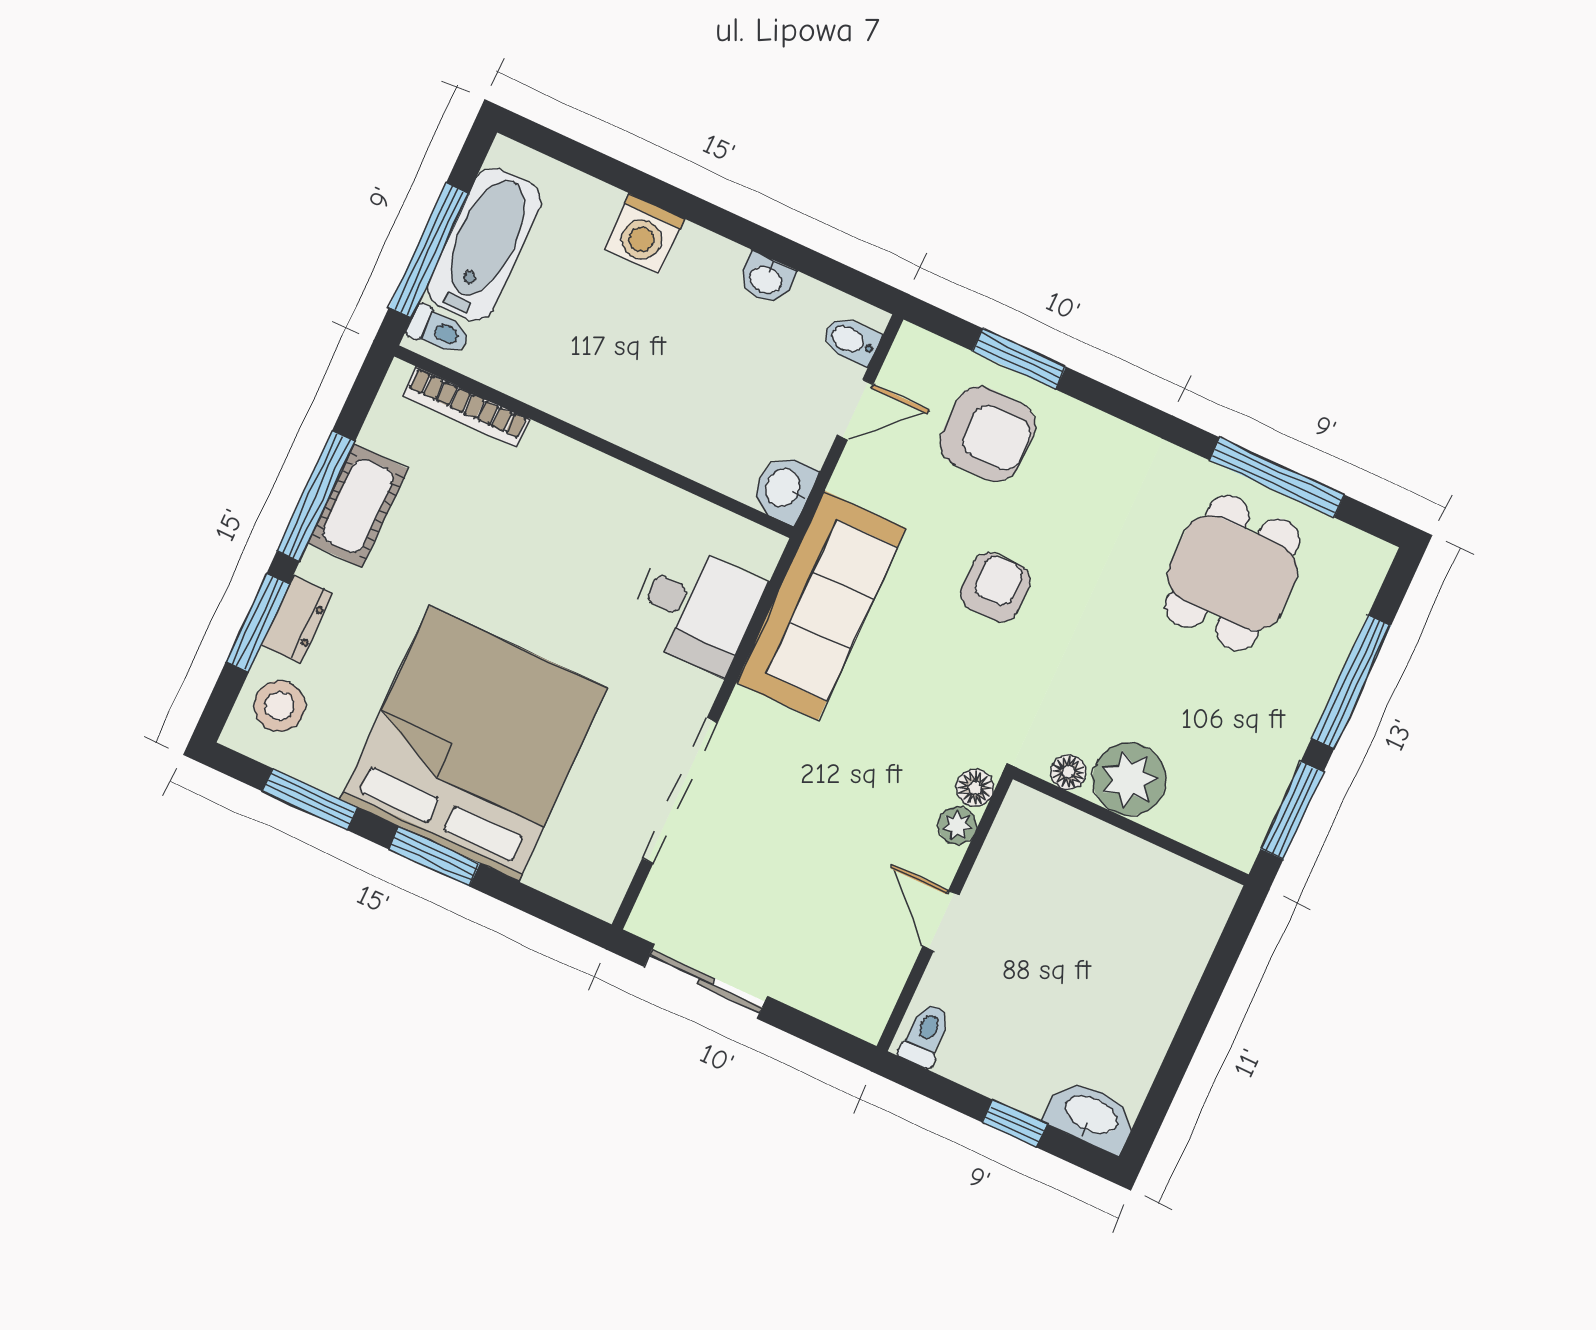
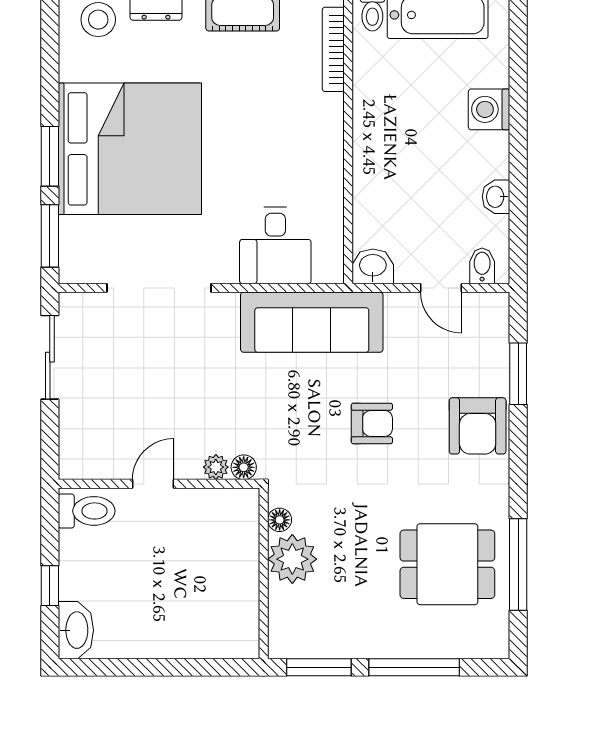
armchair: (988, 434) -> (478, 426), moved
window: (310, 799) -> (50, 236), moved
toilet: (925, 1035) -> (87, 511), width x1.37, depth x1.39

